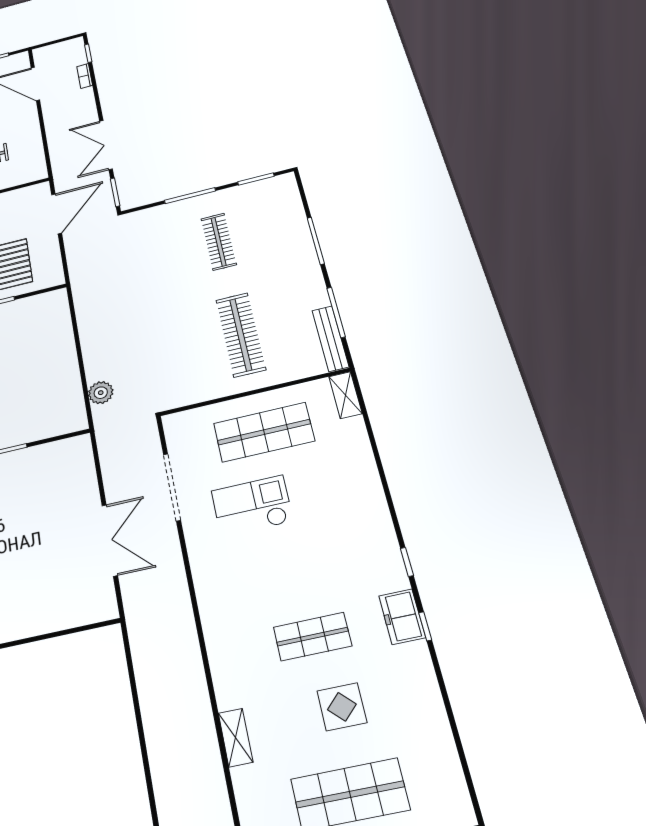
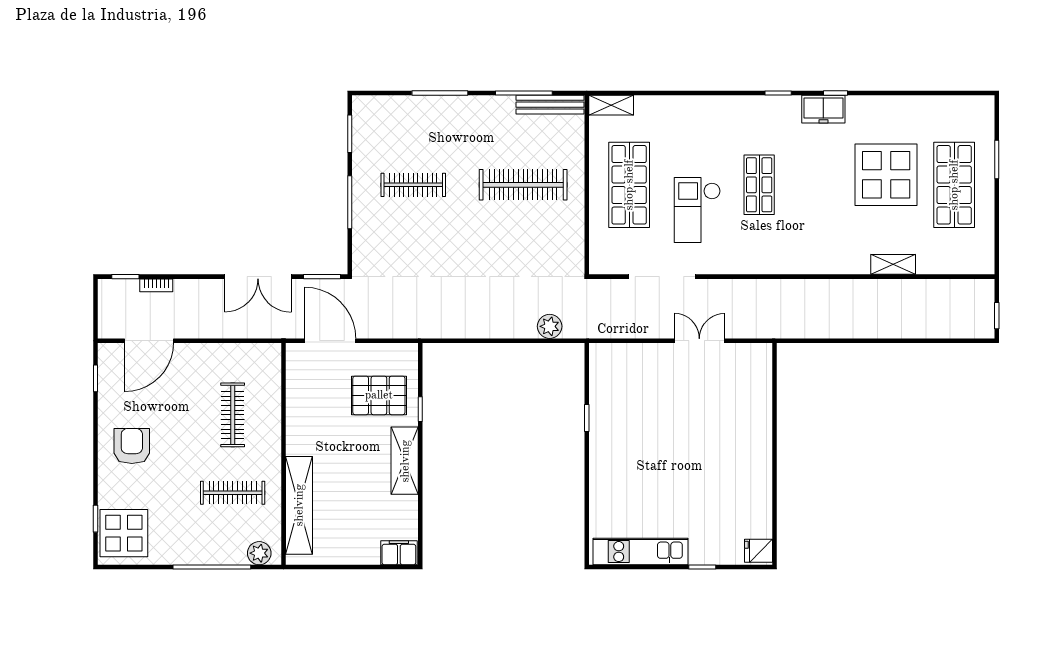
double door: (110, 540) -> (699, 341), width x0.73
shop shelf: (312, 637) -> (759, 185), moved
display table: (342, 707) -> (886, 175), width x1.86, depth x1.86

